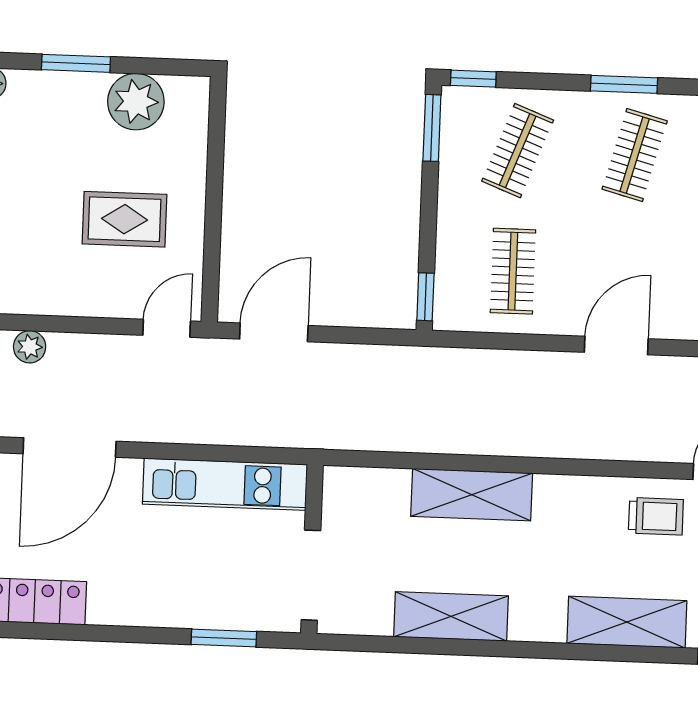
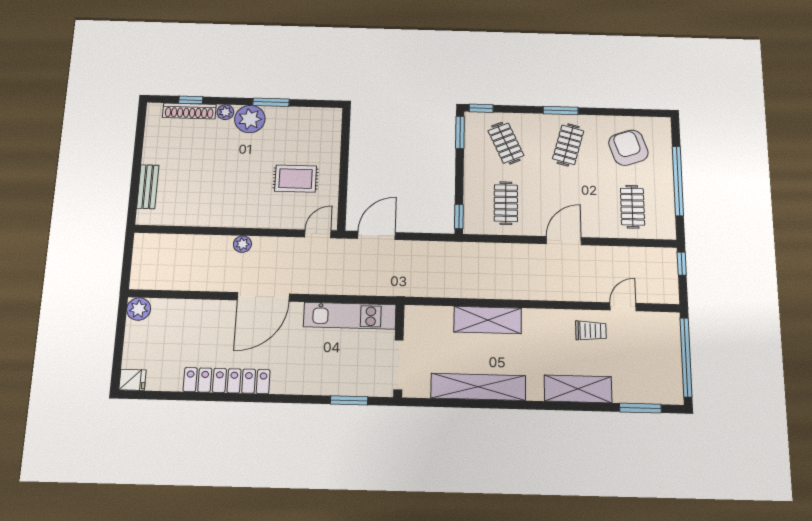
plant: (136, 102) -> (250, 119), moved
clothes rail: (518, 151) -> (506, 143), turned -45
shelving: (451, 616) -> (478, 387), width x1.47

